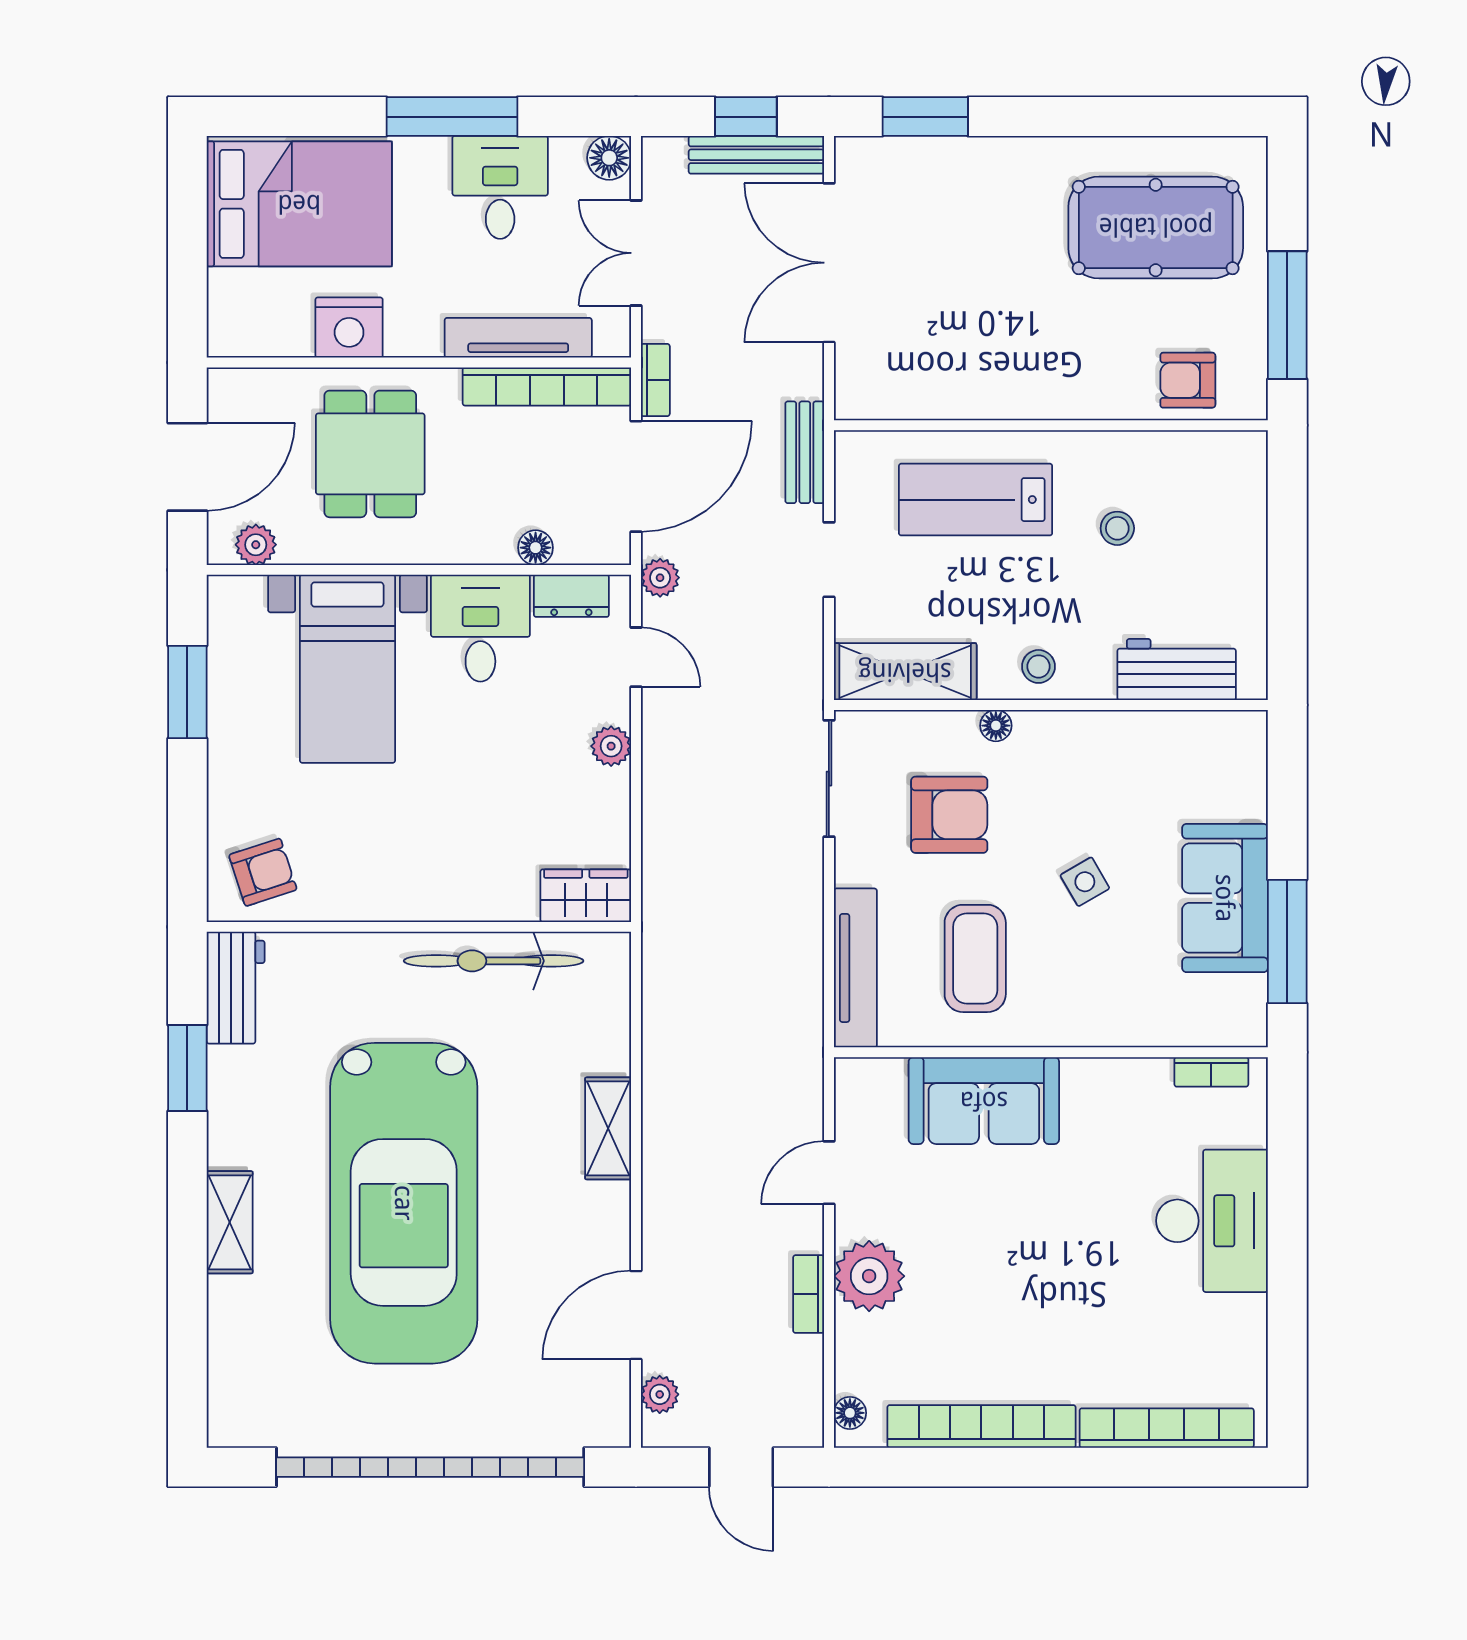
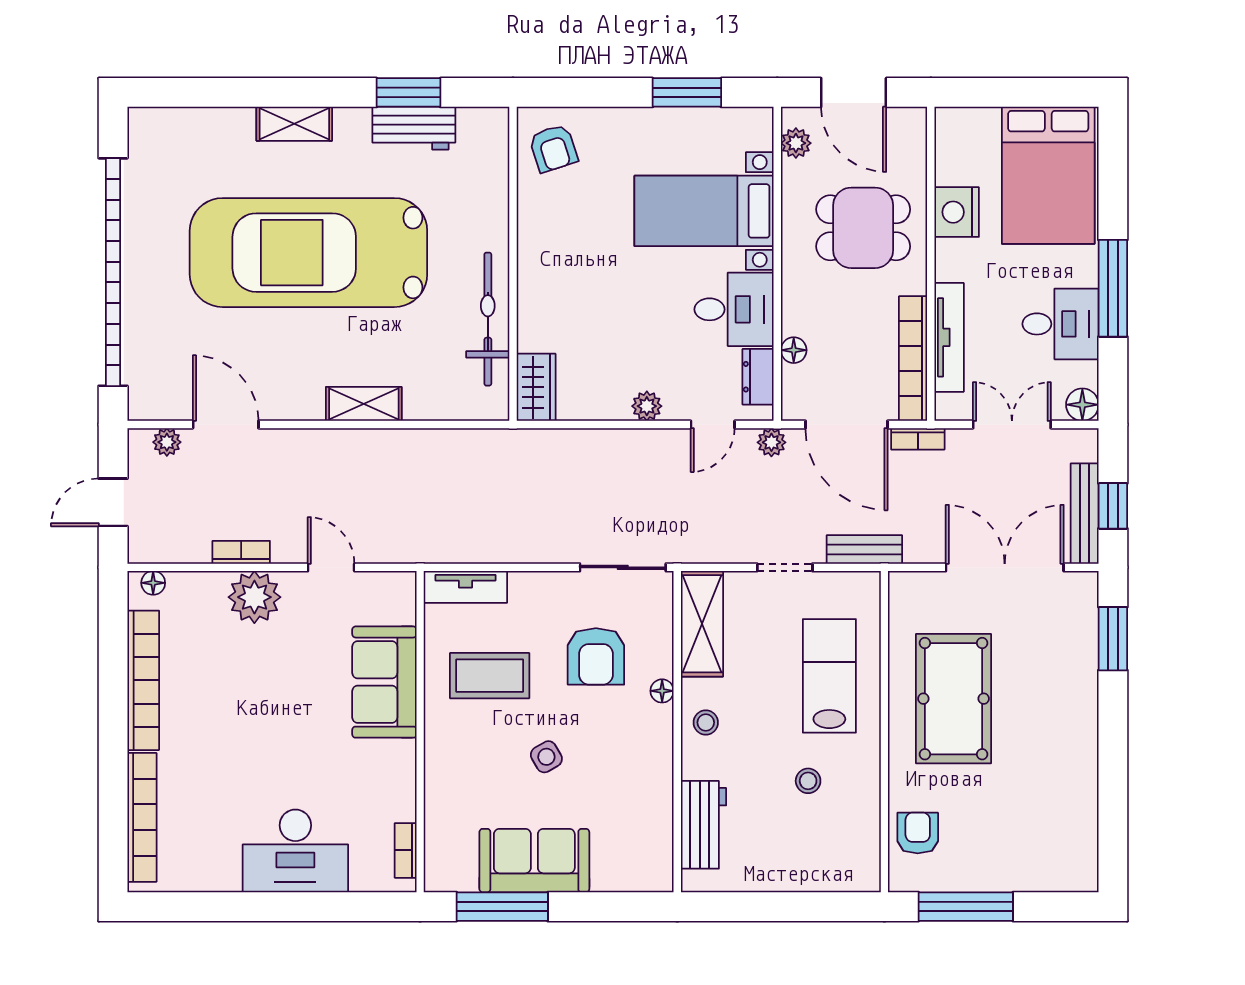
pool table: (1156, 227) -> (954, 699), moved
tv unit: (855, 968) -> (465, 587), width x0.71
workbench: (236, 988) -> (414, 128), moved

